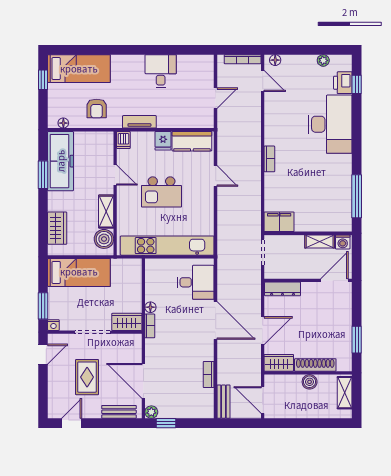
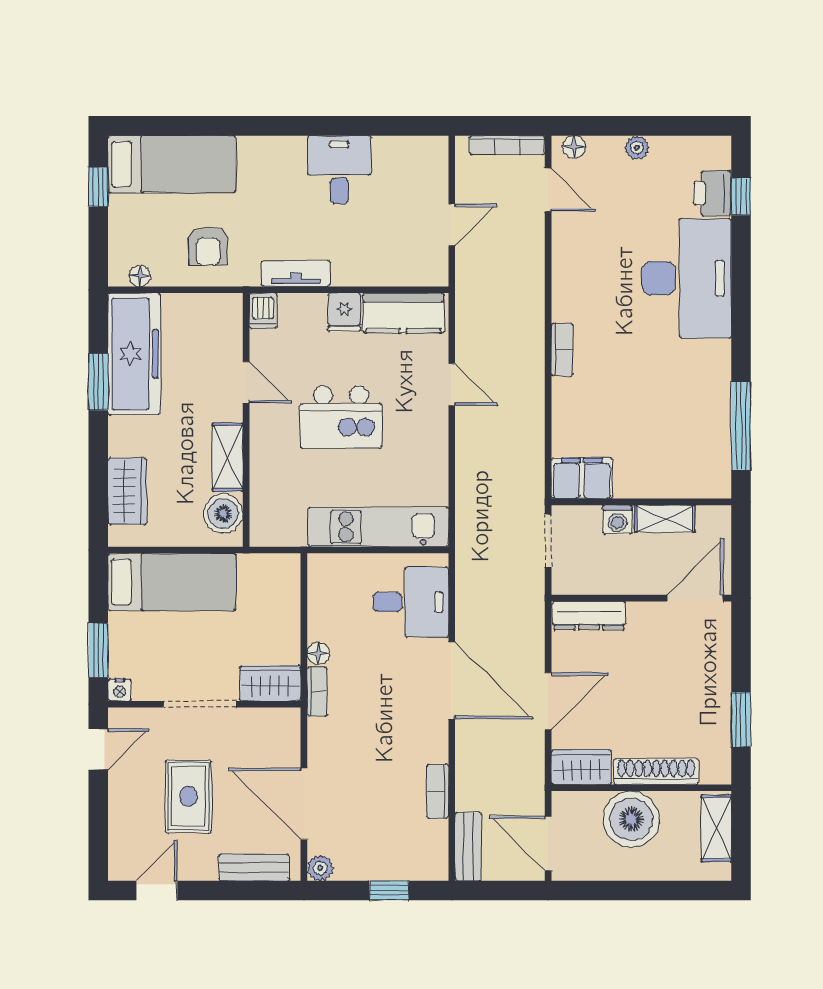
plant: (323, 60) -> (637, 148), moved
washing machine: (343, 242) -> (618, 520), moved
kitchen unit: (167, 246) -> (378, 527), width x0.73
boiler: (310, 382) -> (631, 819), width x1.86, depth x1.86
window: (166, 423) -> (389, 891), moved

